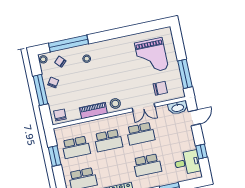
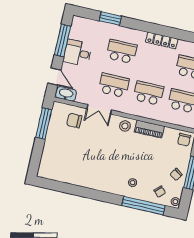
grand piano: (151, 56) -> (68, 156), removed
double door: (144, 108) -> (99, 109), swing flipped
door: (194, 118) -> (54, 77), swing flipped
window: (201, 152) -> (63, 40), width x2.17
desk: (187, 162) -> (78, 53), moved

